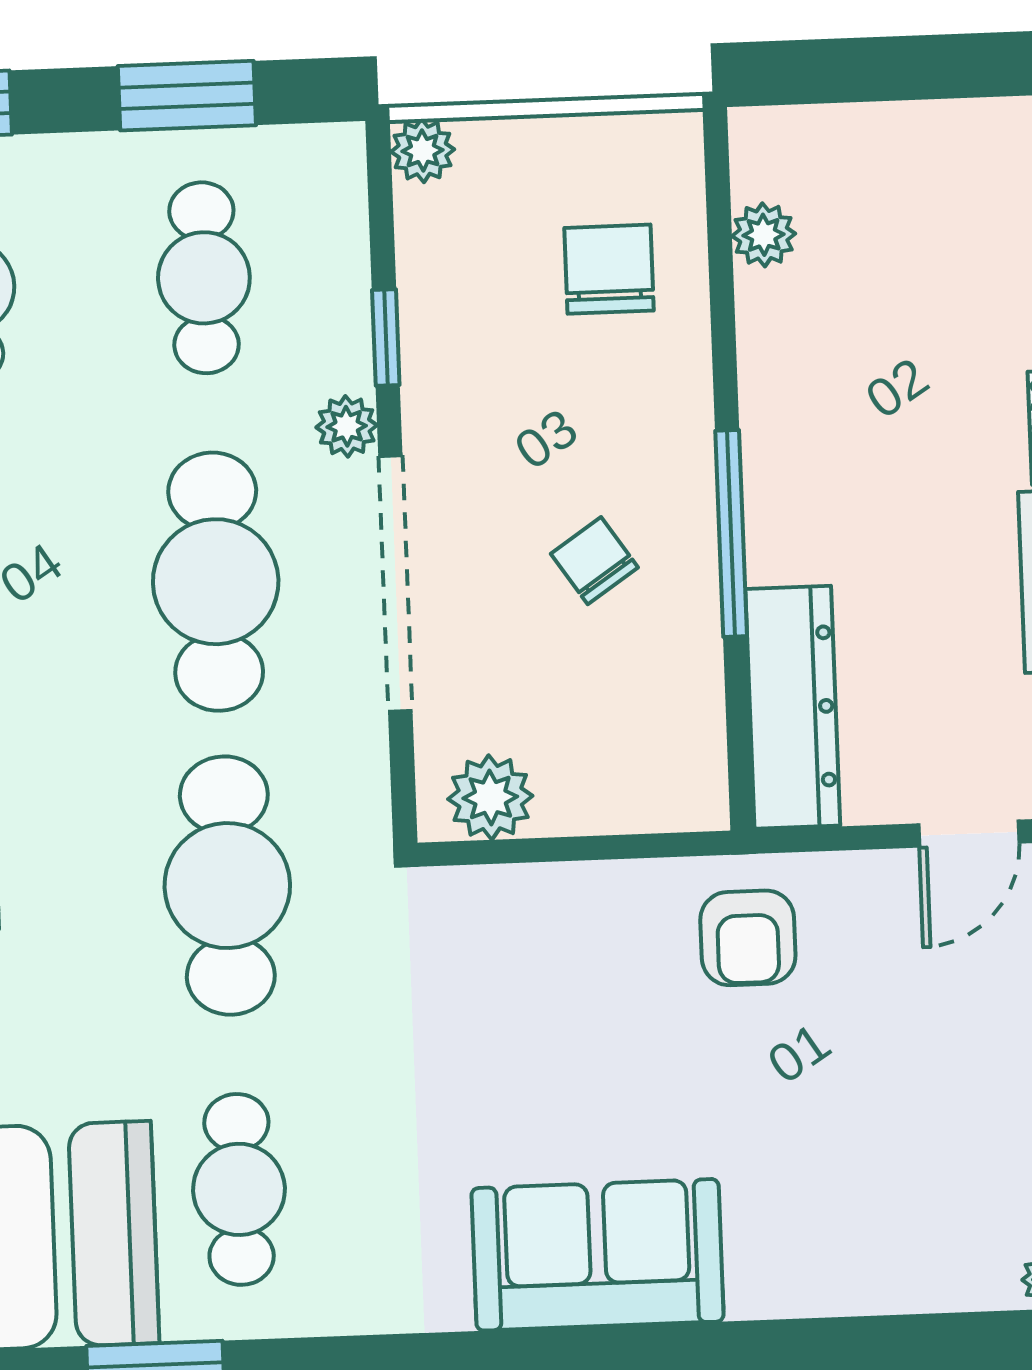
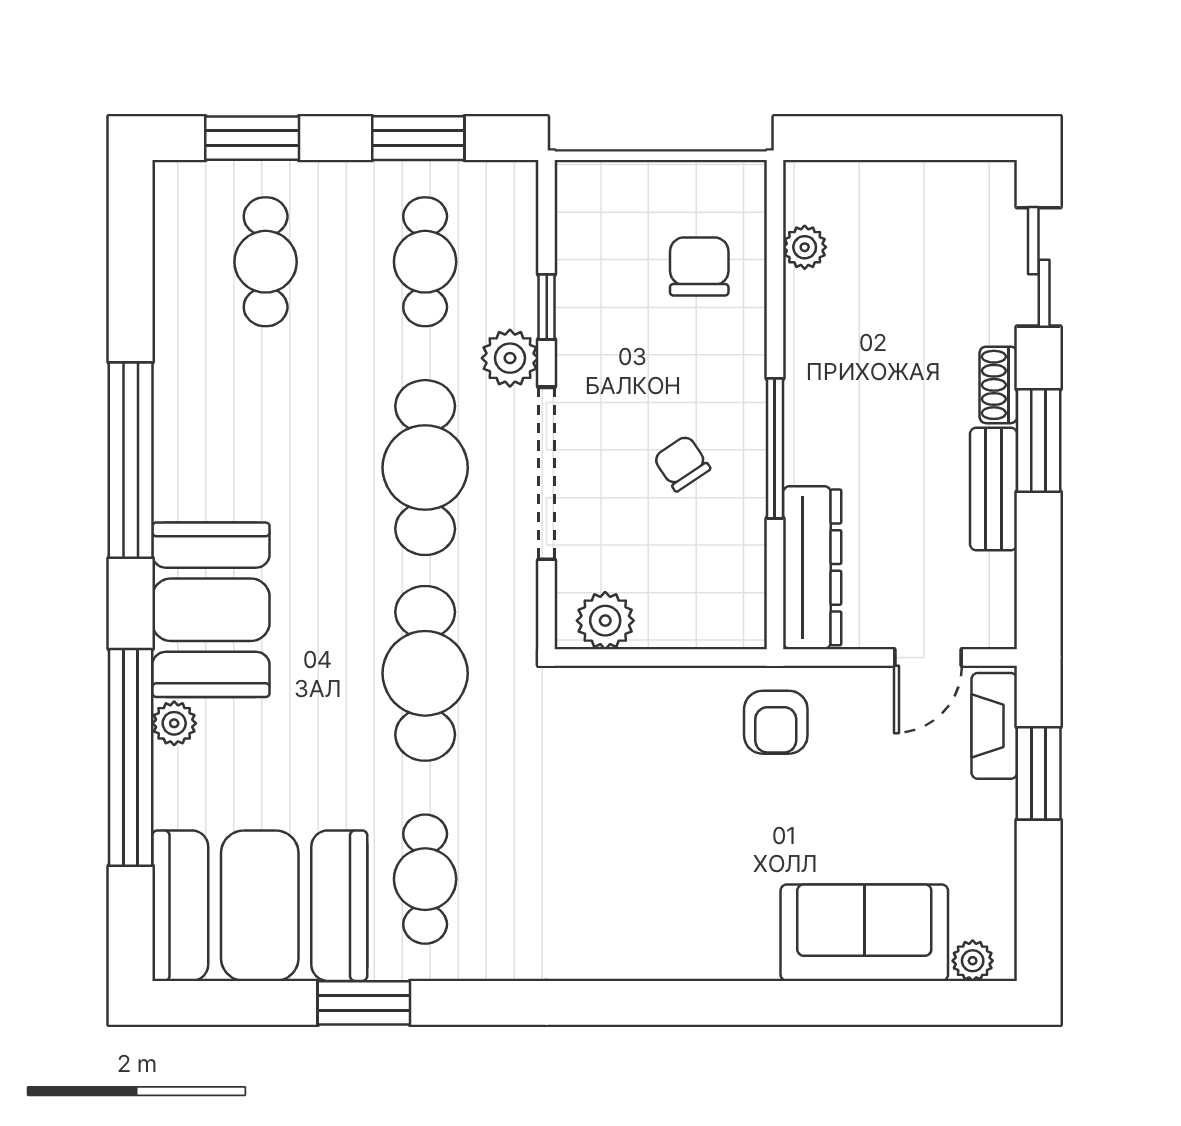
plant: (423, 151) -> (576, 181), removed
plant: (347, 426) -> (510, 358), width x1.38, depth x1.38
sofa: (598, 1255) -> (864, 933), moved

